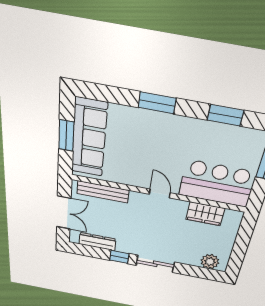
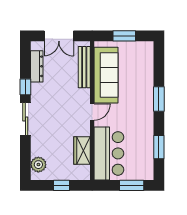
sofa: (89, 138) -> (106, 75), moved, turned -90
window: (241, 244) -> (62, 185), added

